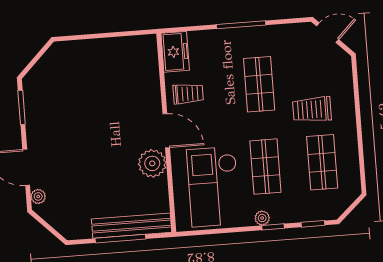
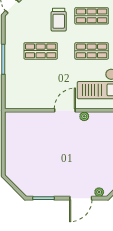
freezer: (175, 52) -> (17, 101), removed
trolley: (188, 94) -> (43, 95), removed
plant: (152, 163) -> (84, 116), width x0.53, depth x0.53

